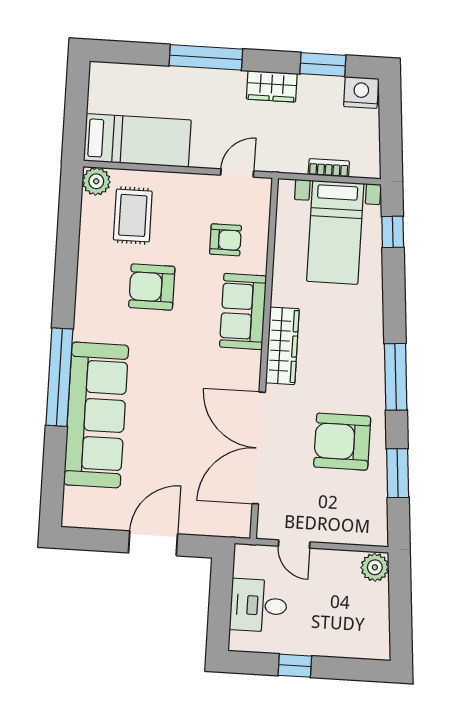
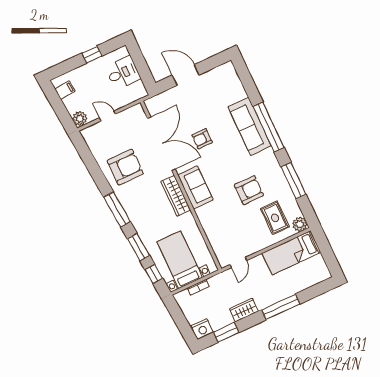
armchair: (225, 240) -> (202, 139), moved
window: (66, 262) -> (293, 181), added
sofa: (243, 311) -> (195, 187), moved
sofa: (96, 415) -> (250, 126), width x0.74, depth x0.79
window: (398, 473) -> (139, 247), moved
door: (153, 543) -> (186, 75), swing flipped
door: (294, 544) -> (107, 116), moved
filing cabinet: (374, 630) -> (65, 90), added

